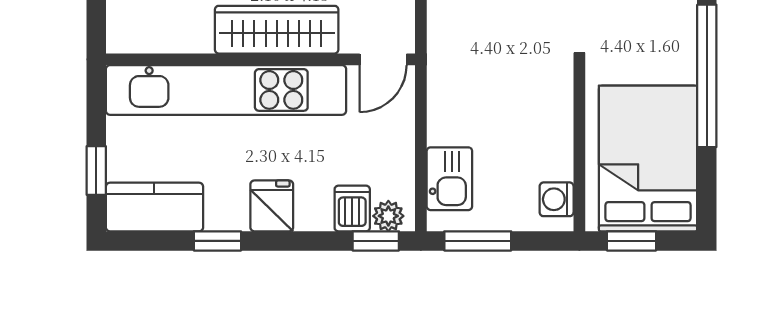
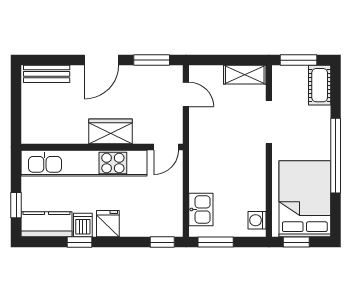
wardrobe: (277, 30) -> (110, 131), width x0.67
dishwasher: (352, 208) -> (83, 225), moved
plant: (388, 216) -> (169, 229), removed

